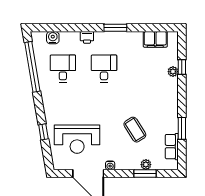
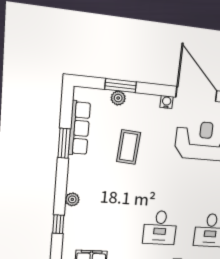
plant: (173, 72) -> (72, 199), moved
coffee table: (135, 130) -> (129, 147), turned 36
row of seats: (172, 147) -> (79, 128), width x1.48

